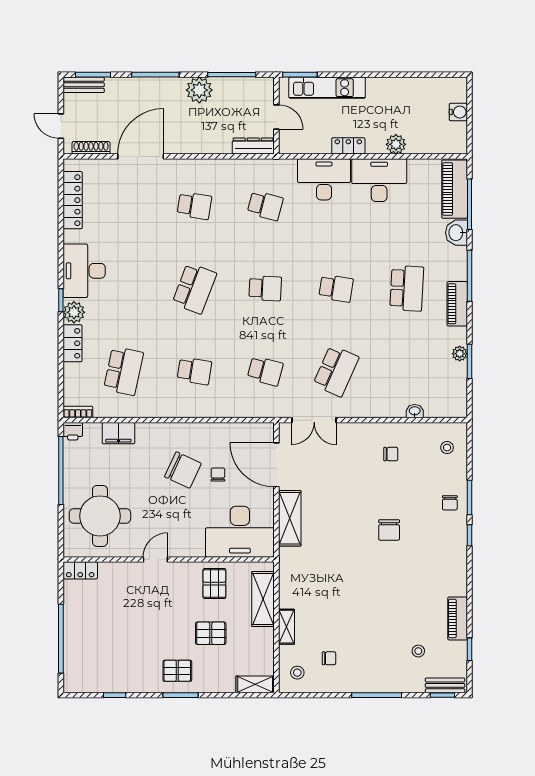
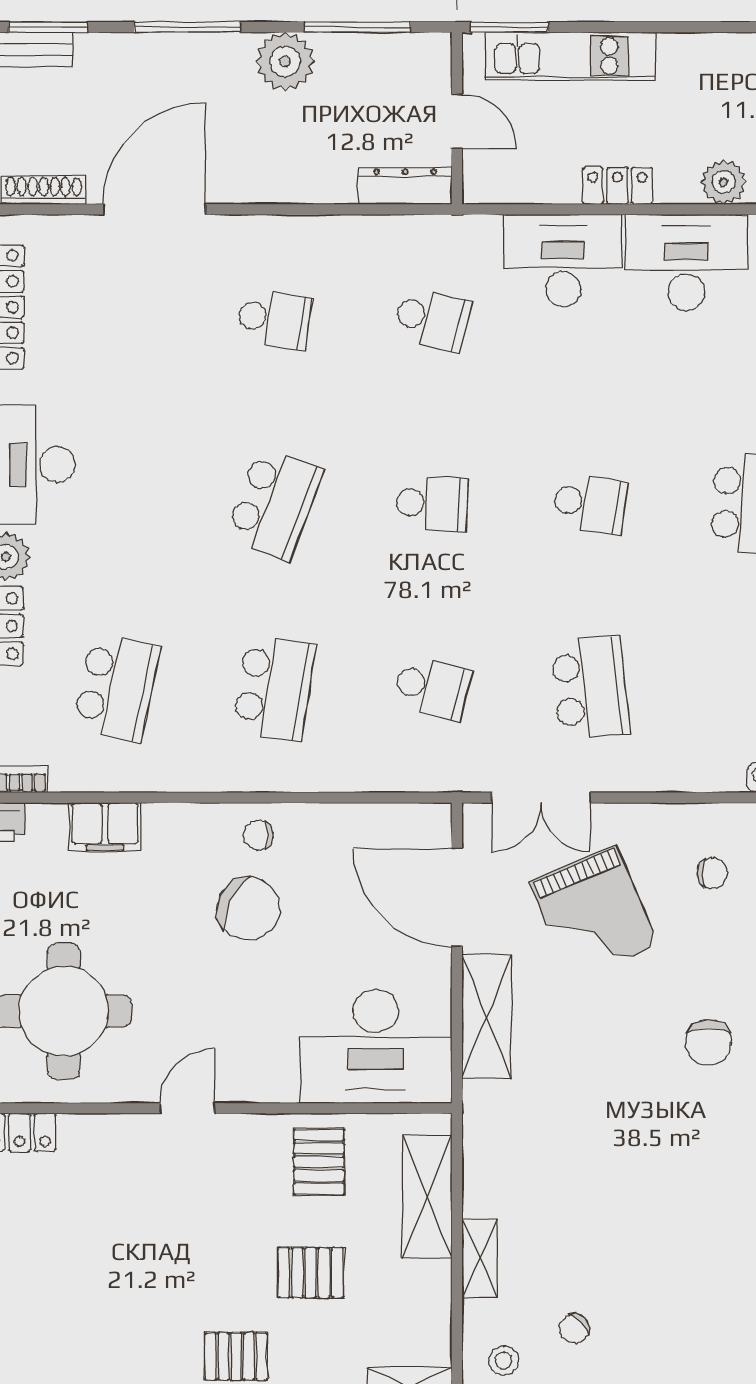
school desk: (194, 371) -> (274, 688), width x1.85
school desk: (336, 371) -> (590, 688), turned -30
grand piano: (338, 472) -> (594, 914), added
chair: (218, 475) -> (258, 835), moved, turned -90
chair: (329, 658) -> (574, 1328), turned 136

